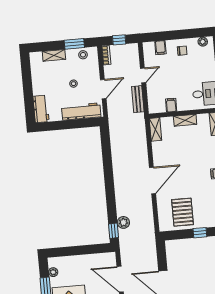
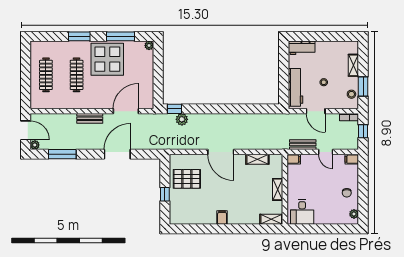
filing cabinet: (160, 48) -> (352, 159), moved
filing cabinet: (171, 105) -> (294, 159), moved
shelving: (155, 129) -> (257, 159), moved
plant: (53, 272) -> (149, 45), moved

